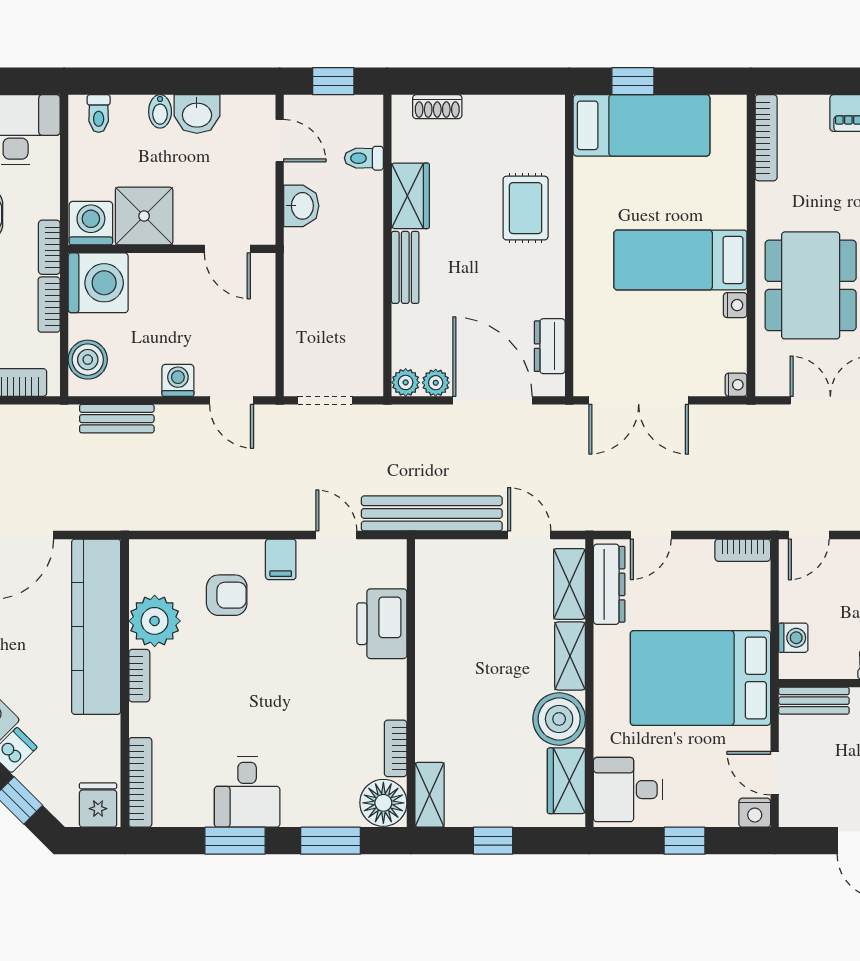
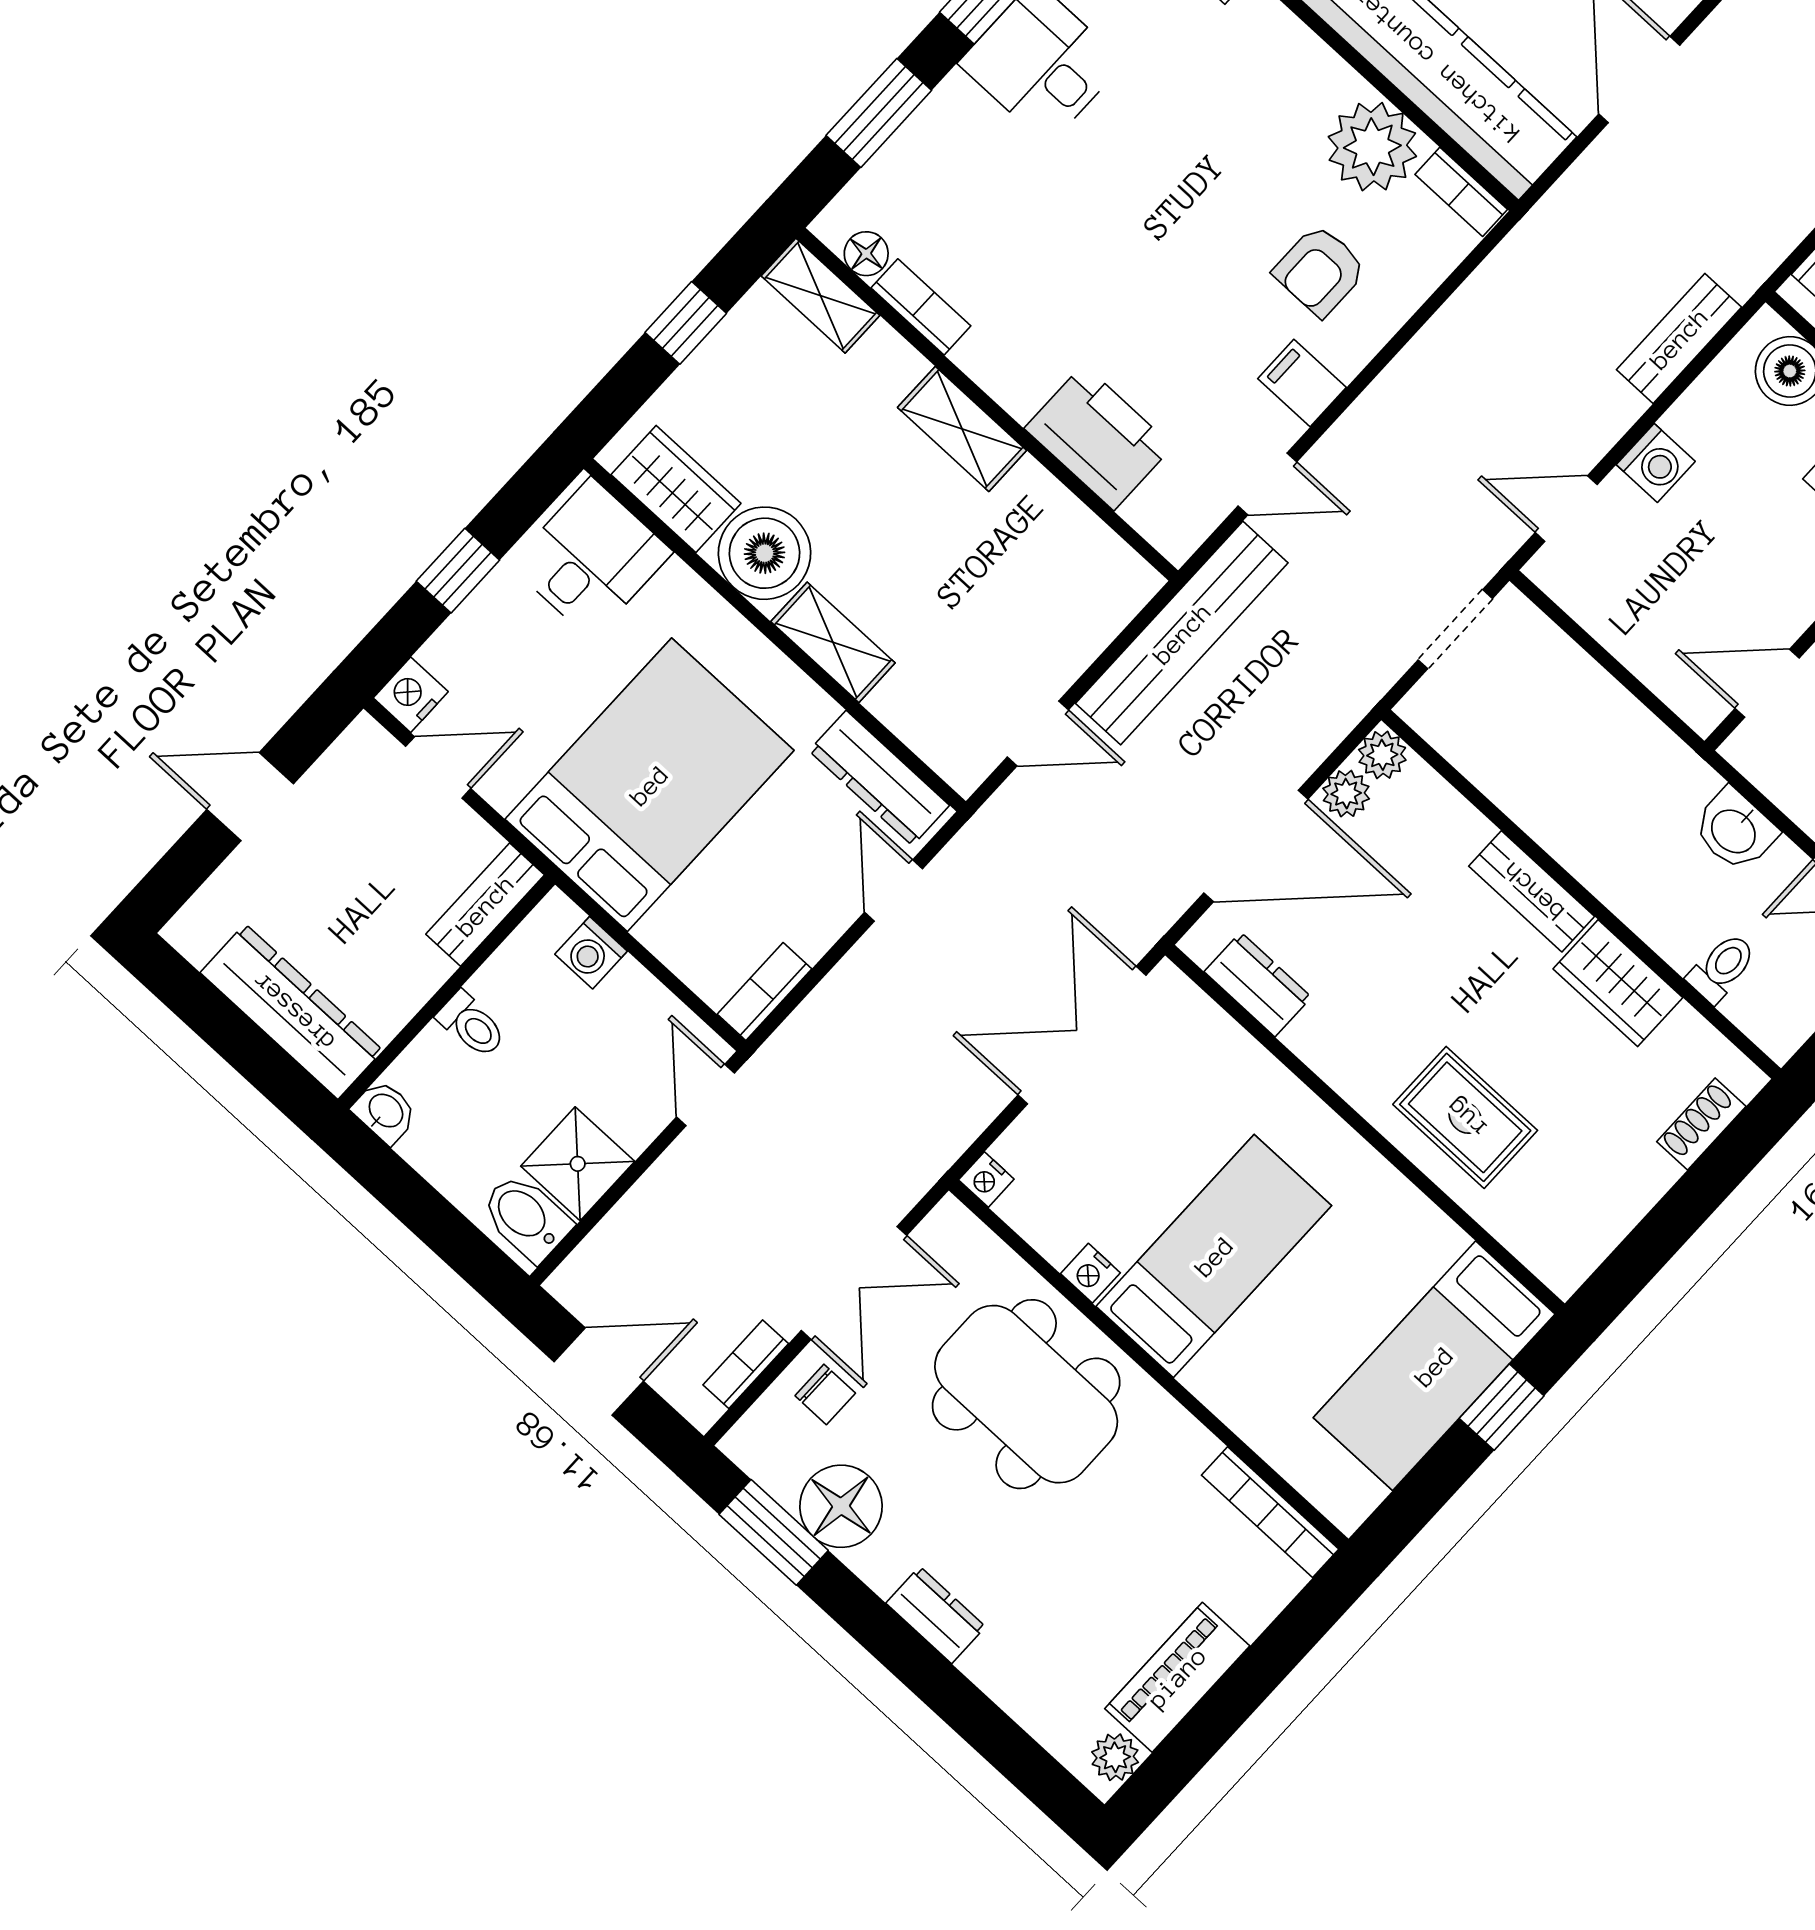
shelving: (569, 584) -> (962, 429), moved
bookcase: (139, 676) -> (1461, 192), moved
floor lamp: (383, 803) -> (866, 254), width x0.53, depth x0.53

